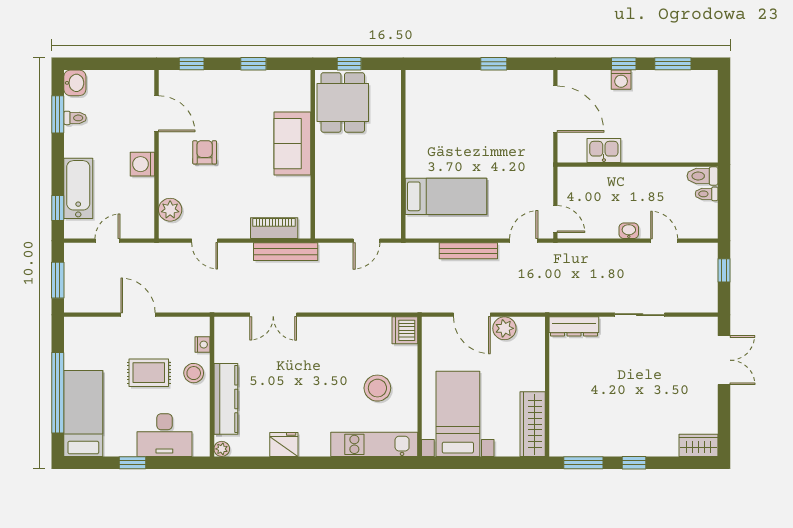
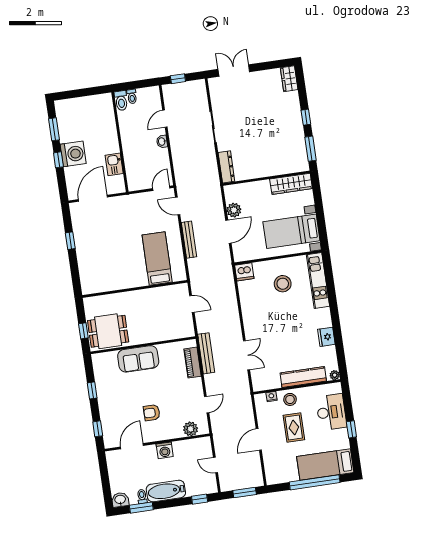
washing machine: (621, 80) -> (73, 154), width x1.89, depth x1.89
bathtub: (78, 188) -> (166, 491), moved

